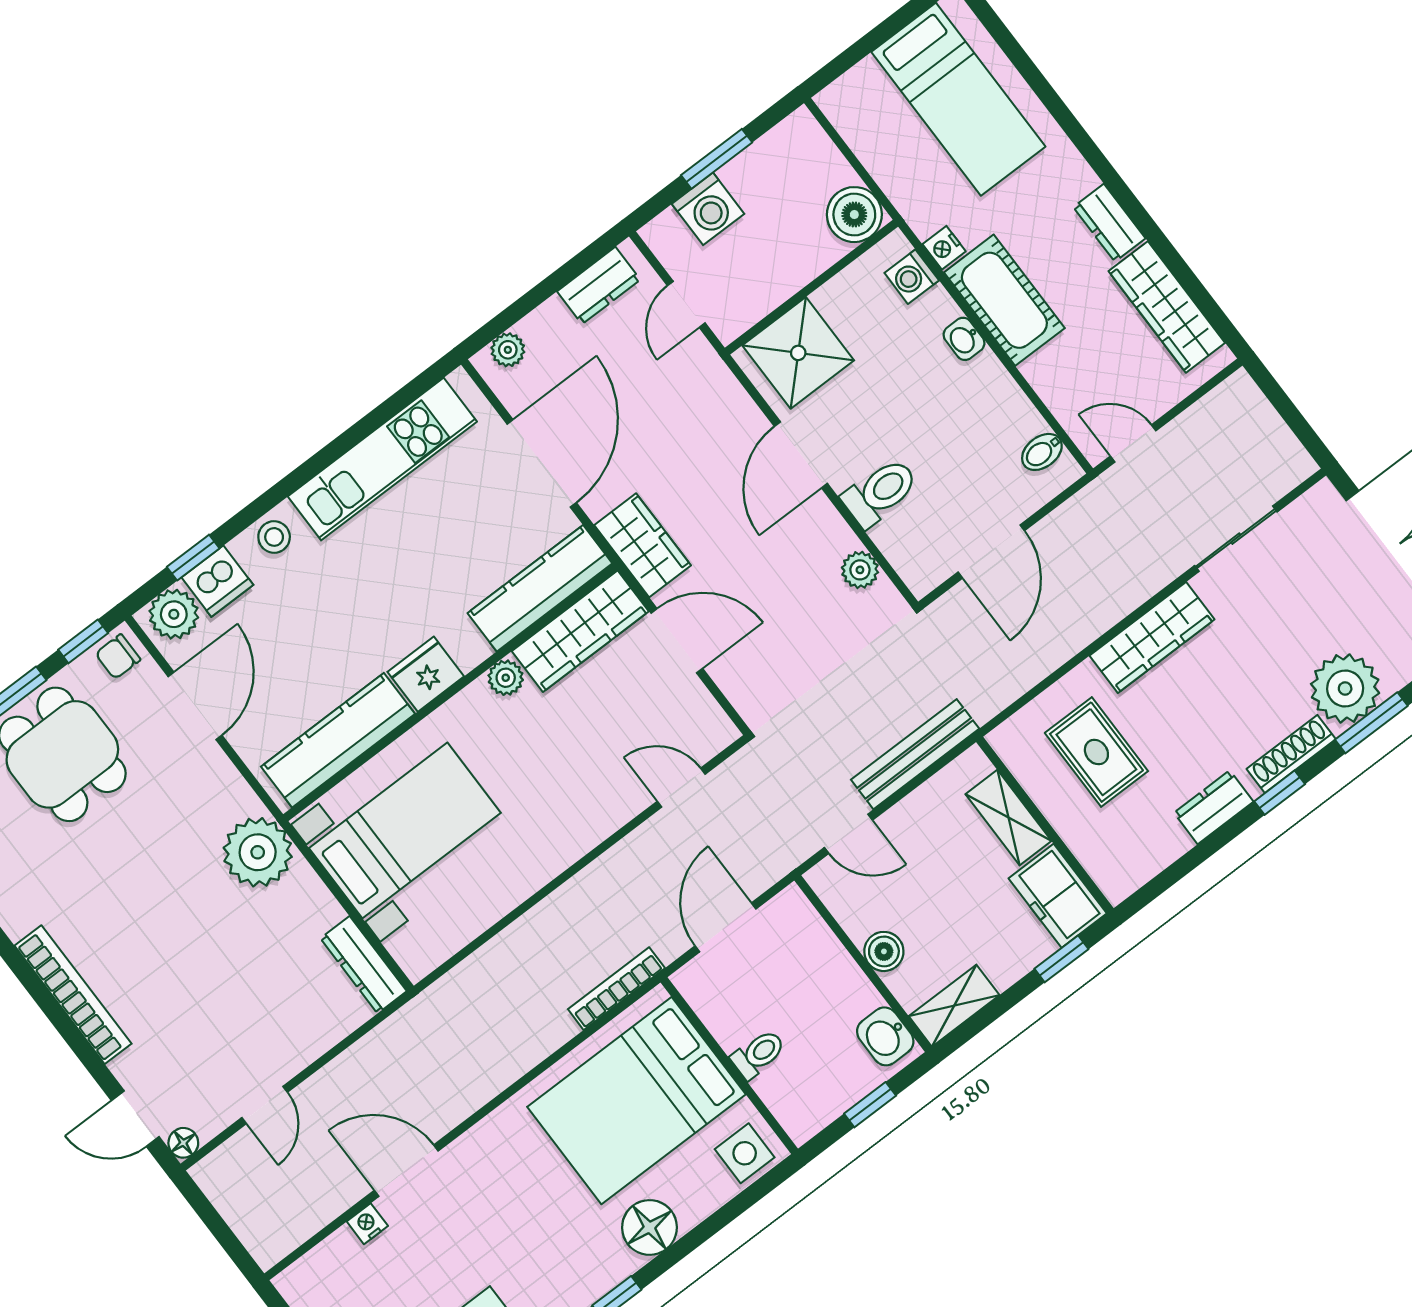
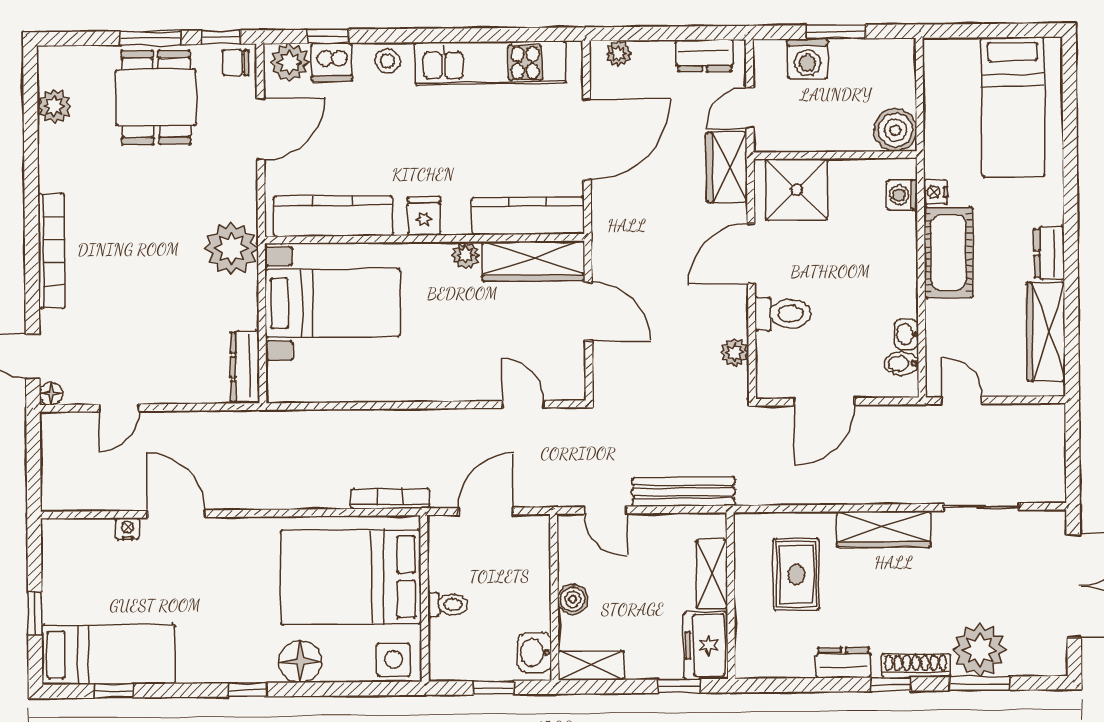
washbasin: (964, 339) -> (906, 334), moved
wardrobe: (643, 545) -> (727, 167), moved, turned 180
fridge: (426, 674) -> (424, 216), width x0.72

